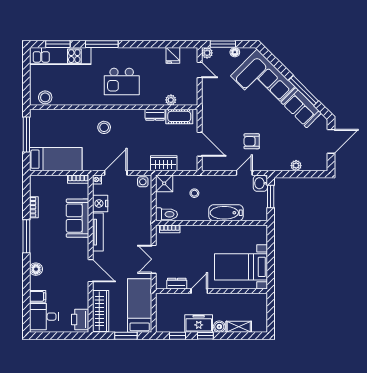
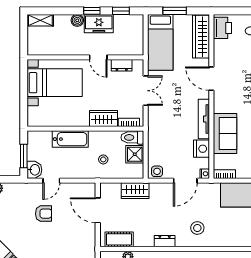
dresser: (155, 115) -> (165, 241), moved
shower: (164, 183) -> (135, 154), moved
wardrobe: (194, 232) -> (104, 119), added
door: (199, 291) -> (98, 57), hinge flipped
shelving: (239, 327) -> (40, 20), moved

